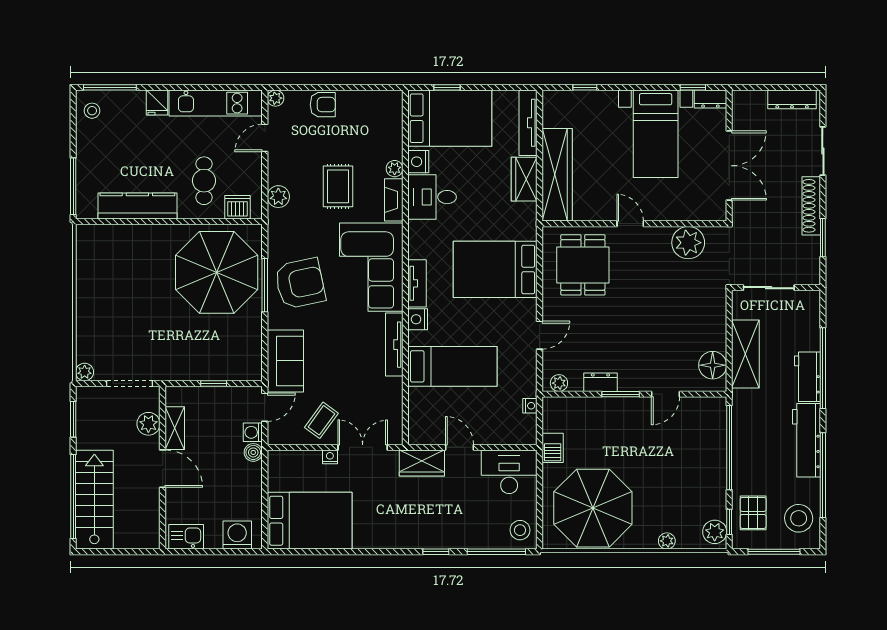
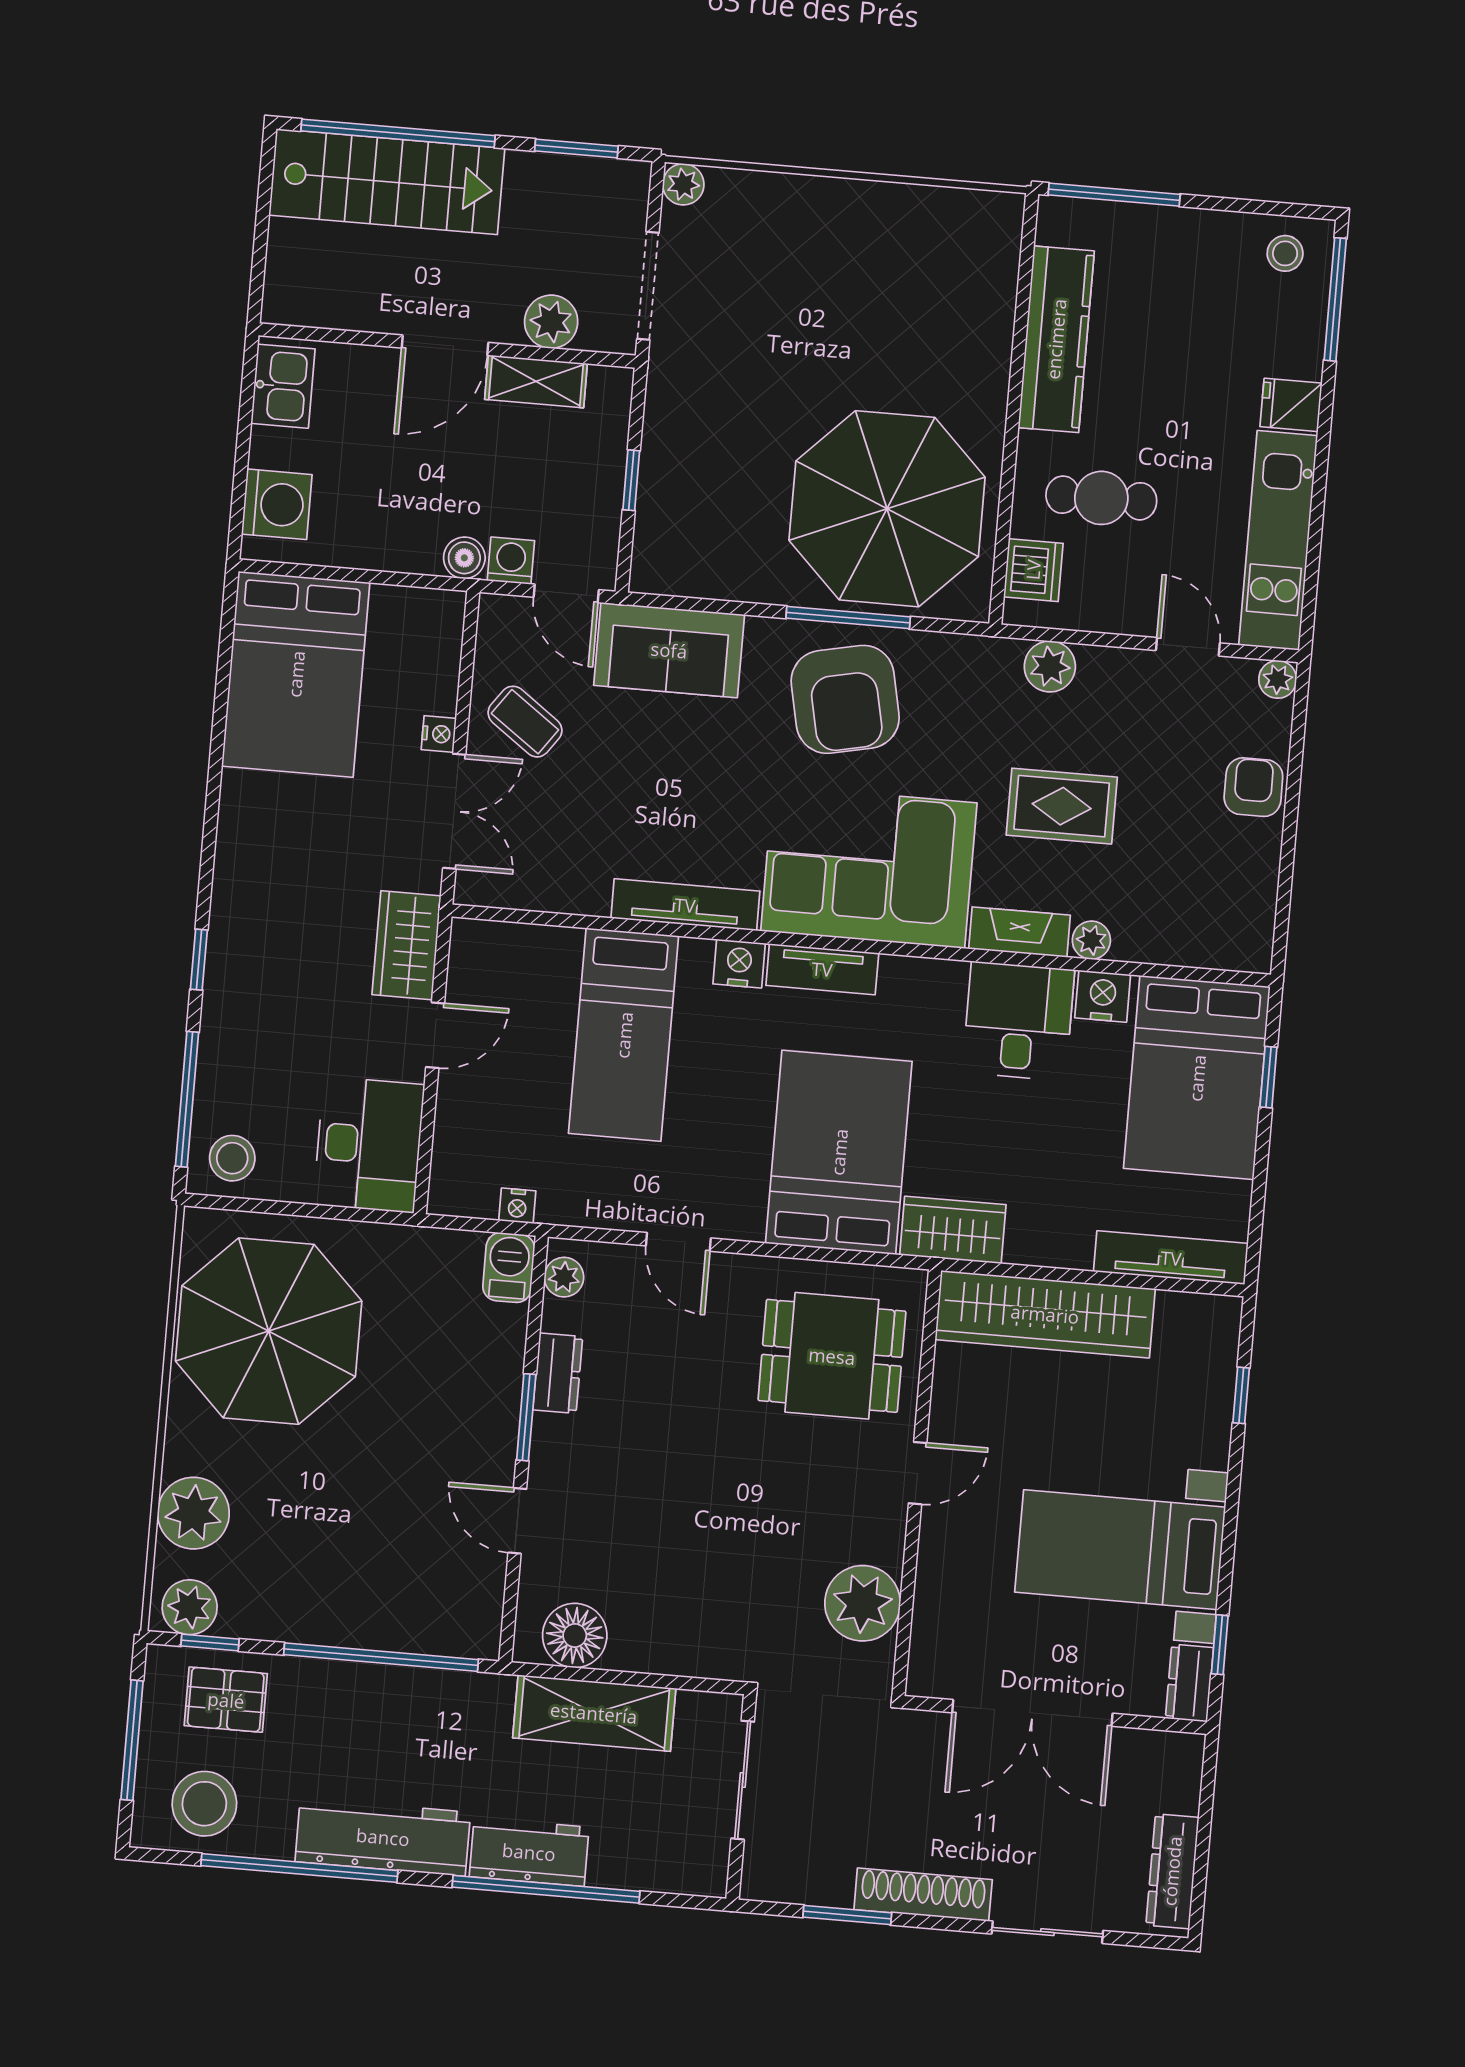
armchair: (323, 105) -> (1253, 787), turned 180
wardrobe: (524, 179) -> (953, 1230), moved
barbecue: (553, 448) -> (509, 1268), moved, turned 90
plant: (667, 541) -> (193, 1513), width x1.87, depth x1.87

